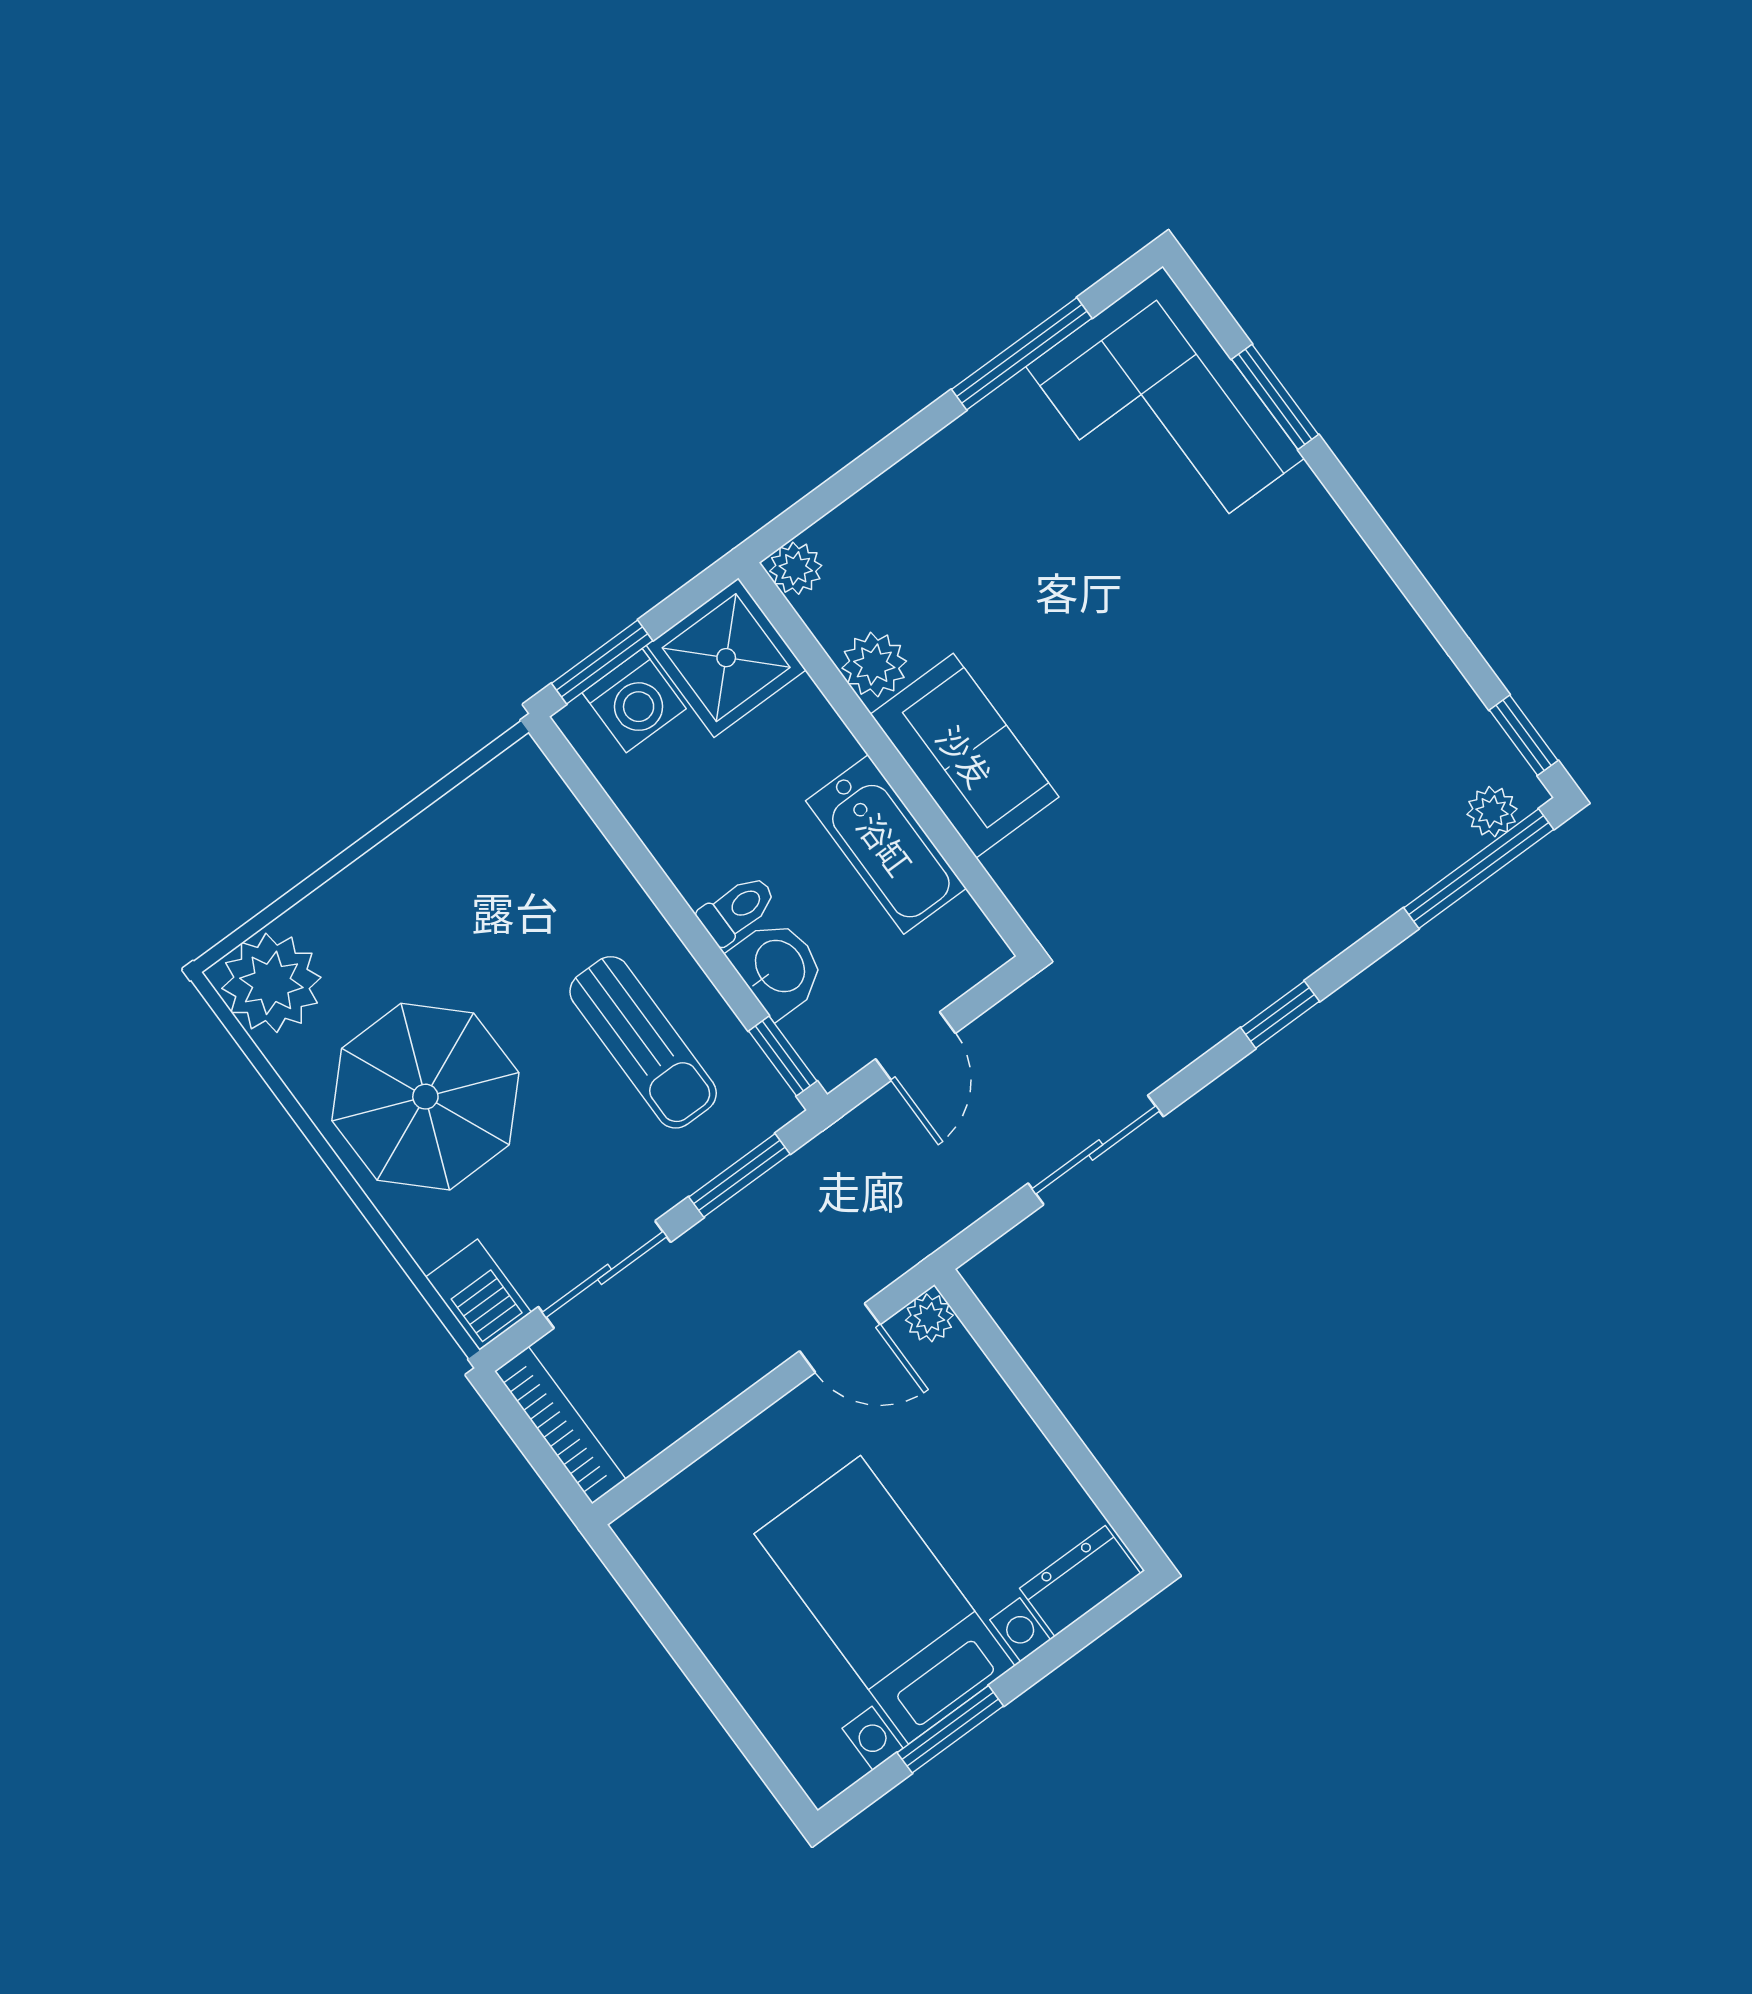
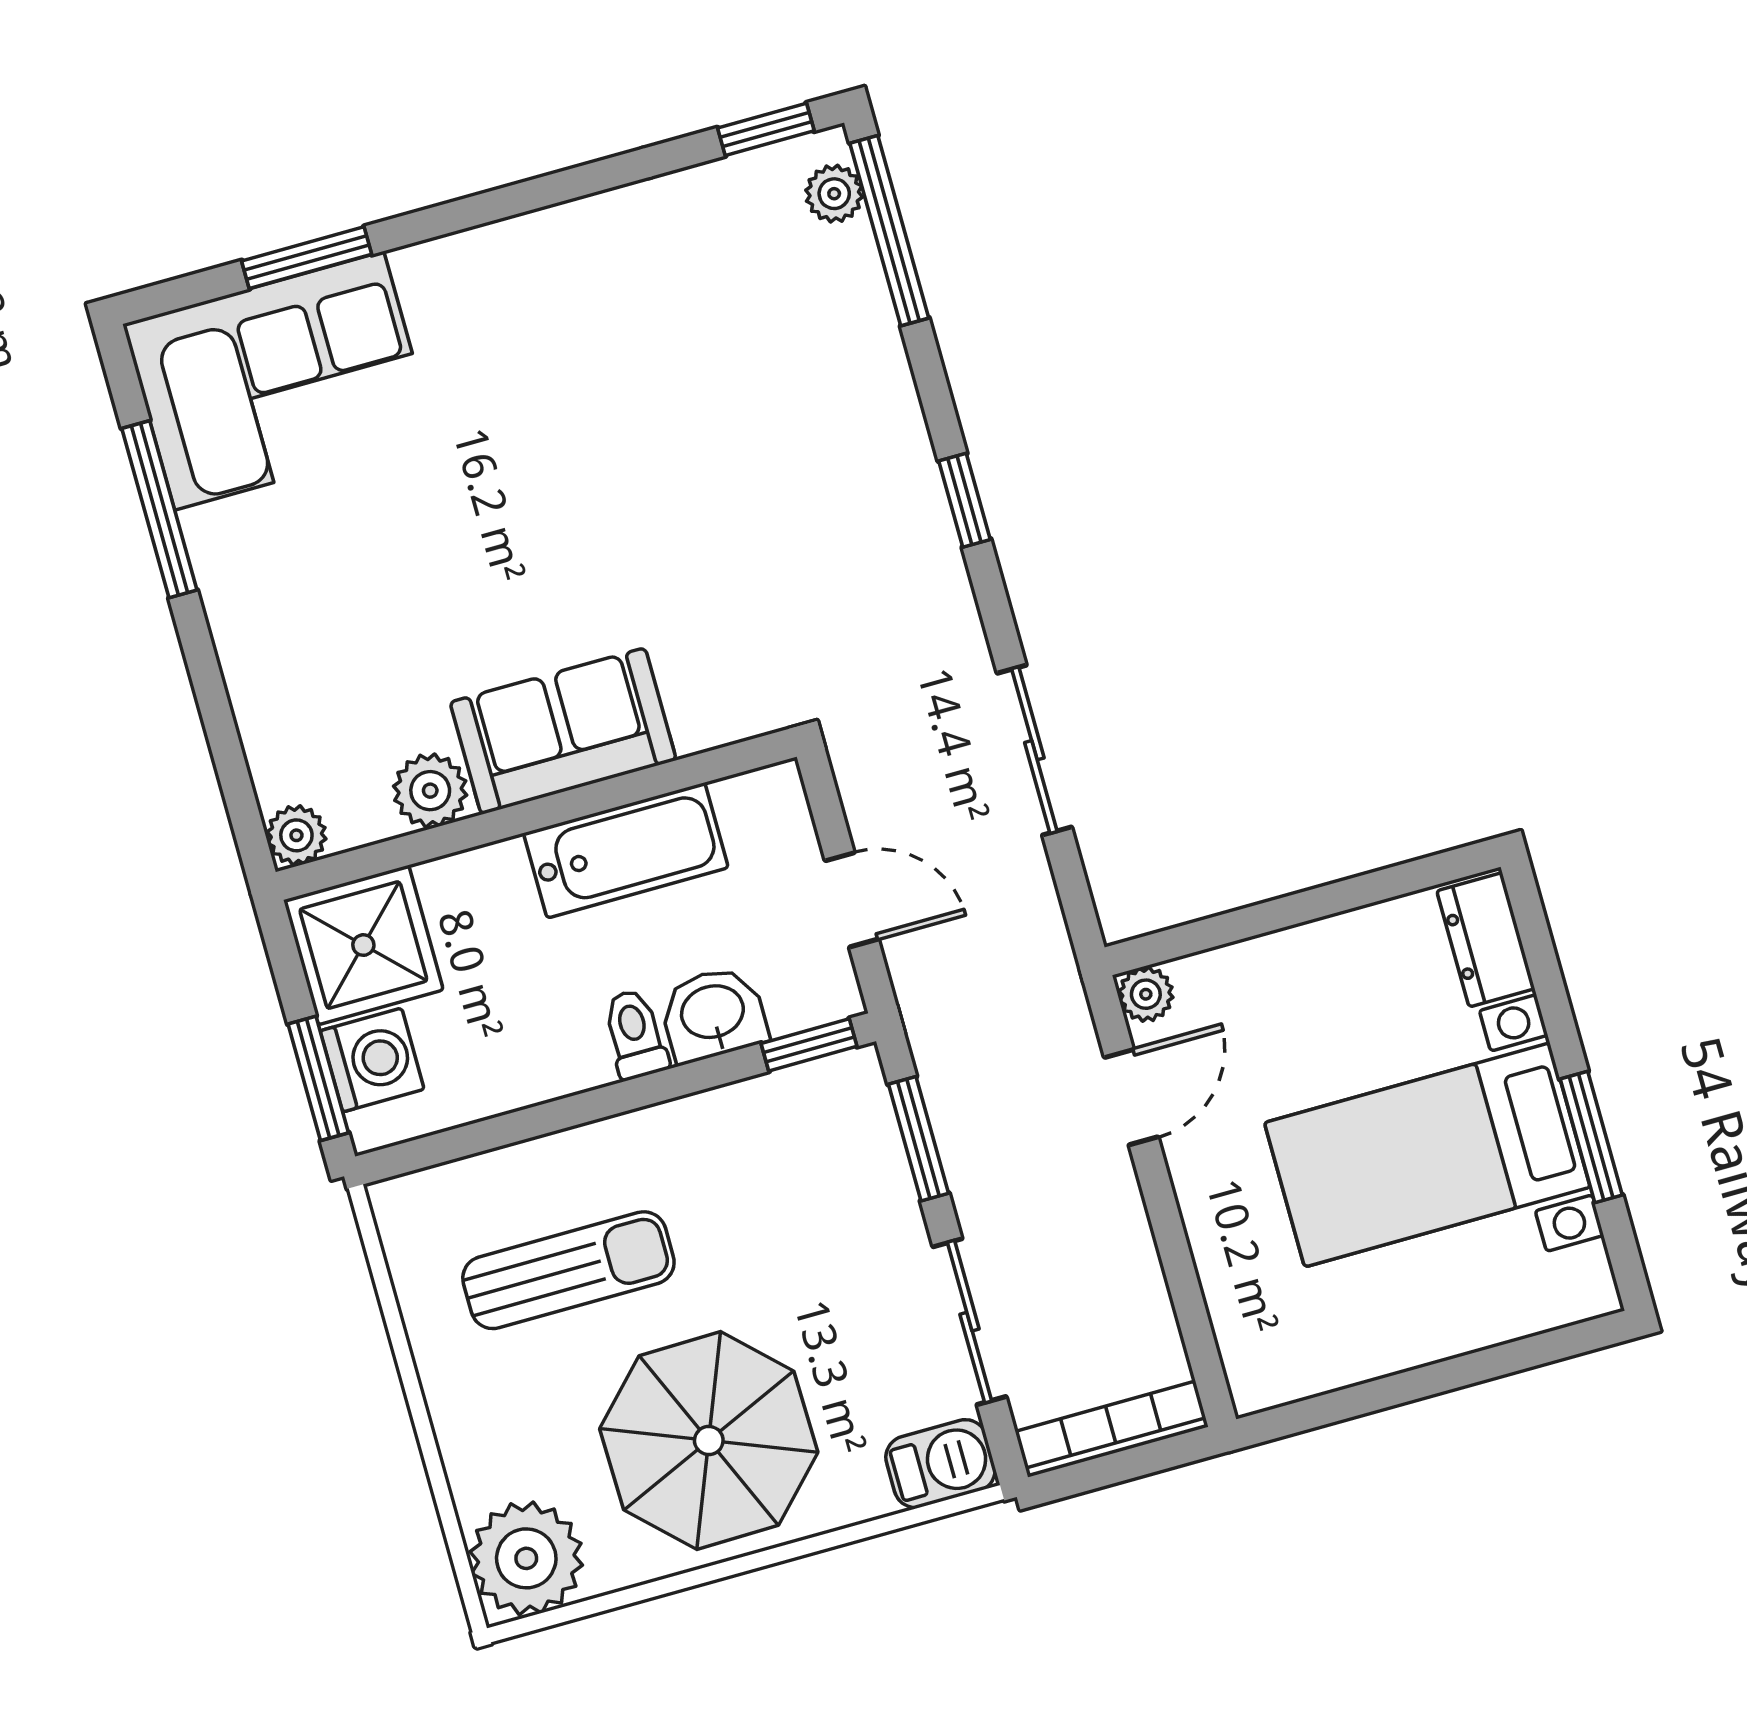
sun lounger: (643, 1042) -> (568, 1270), moved

